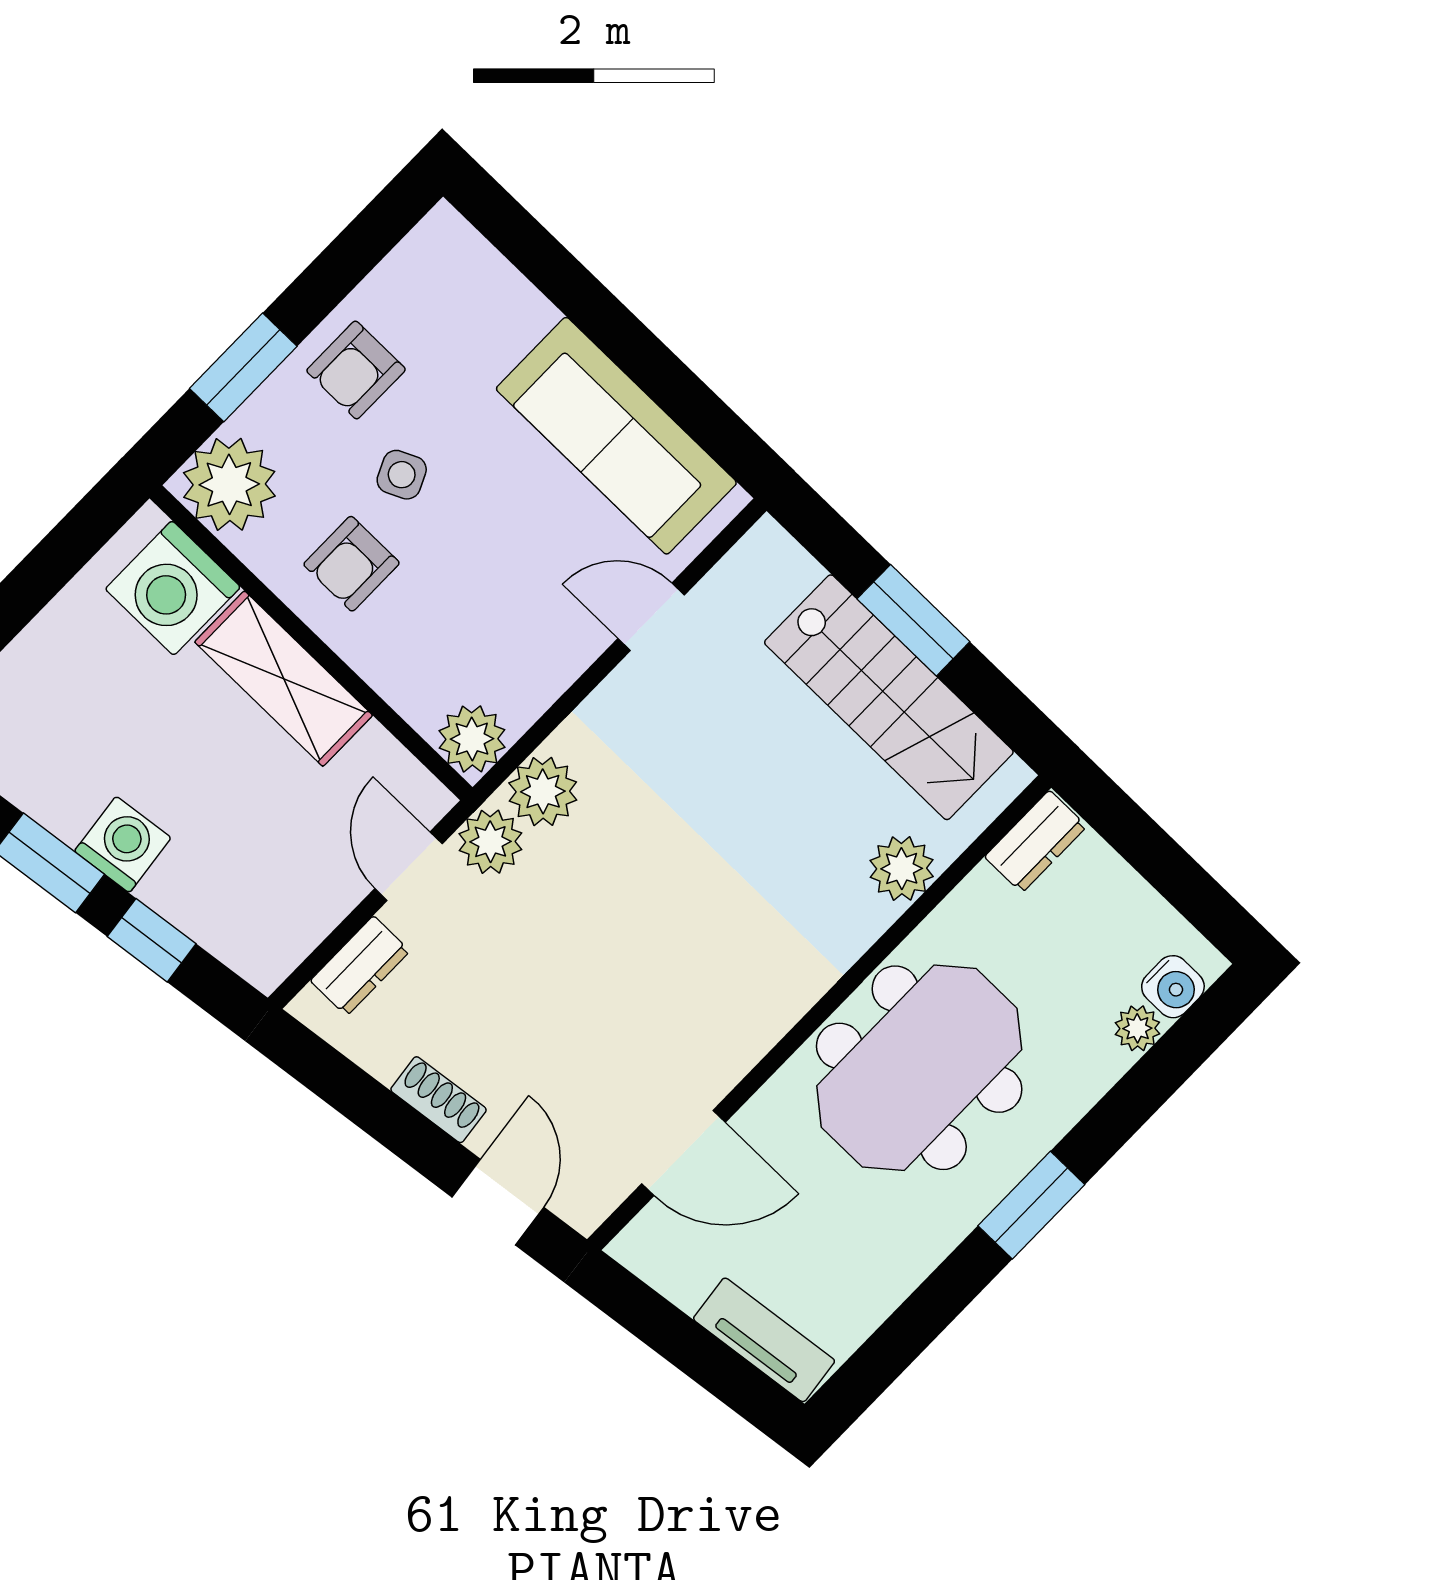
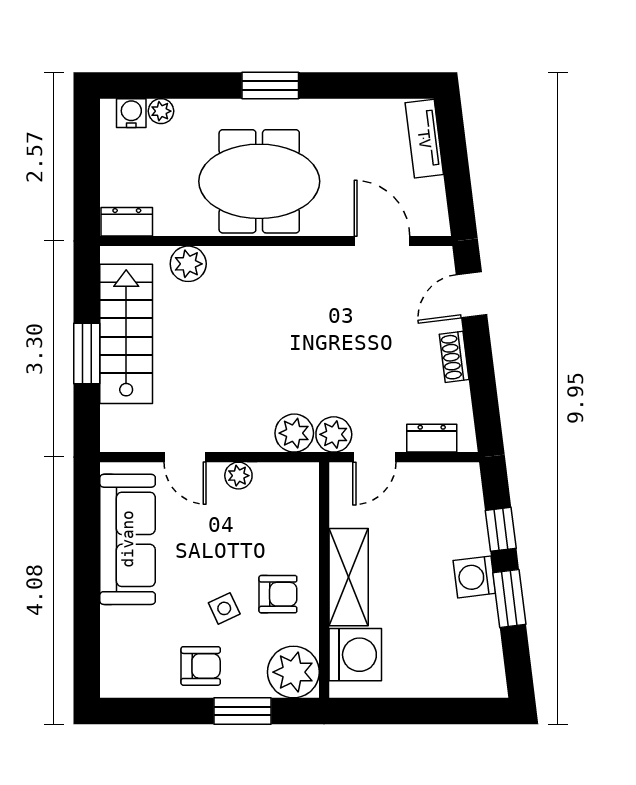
plant: (472, 739) -> (238, 476), moved, width x0.73, depth x0.73

